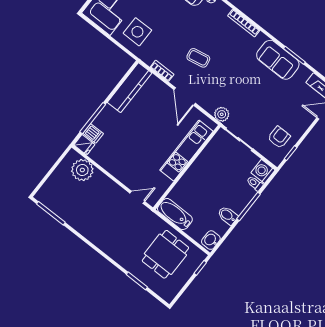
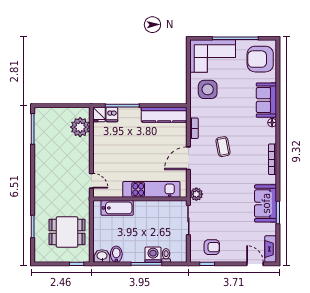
washing machine: (263, 171) -> (153, 255), moved
bathtub: (175, 214) -> (117, 208), moved, turned 90
bidet: (228, 215) -> (116, 254), moved

